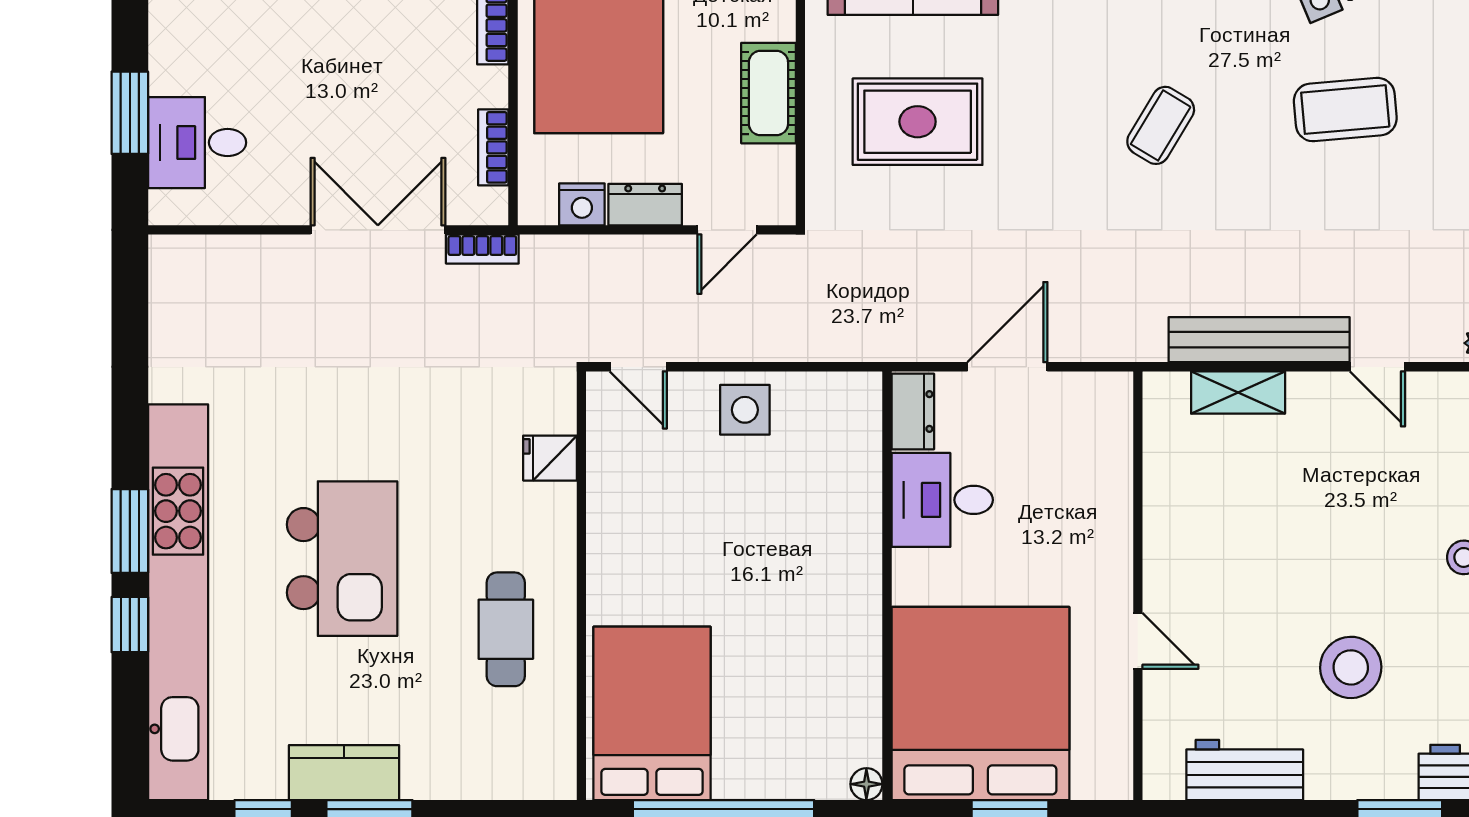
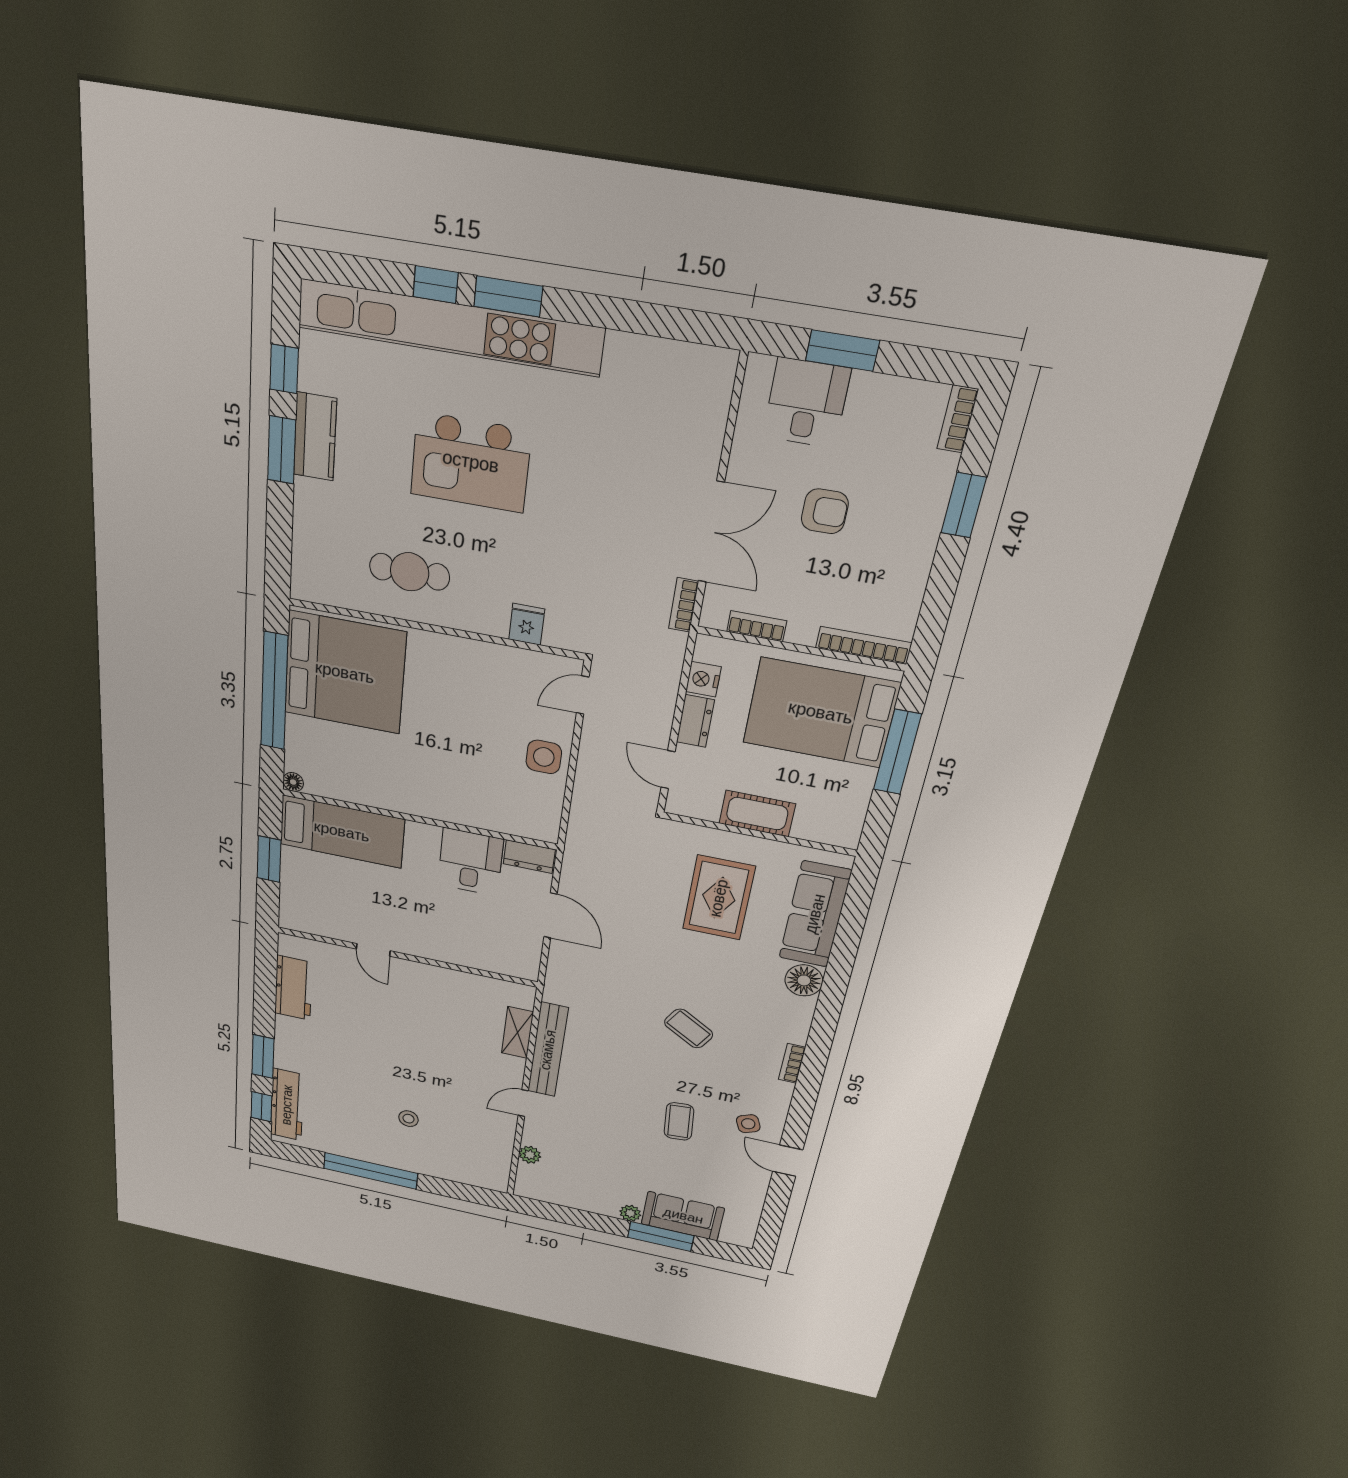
armchair: (326, 92) -> (825, 511), added
coffee table: (1345, 110) -> (679, 1121), width x0.73, depth x0.77
door: (1138, 641) -> (373, 950), hinge flipped
stool: (1351, 667) -> (350, 1052), removed
bed: (980, 704) -> (342, 832), width x0.49
bed: (652, 713) -> (345, 673), width x1.36

